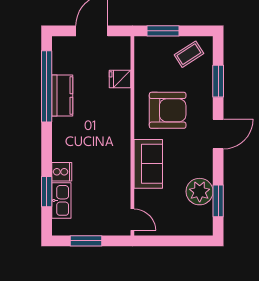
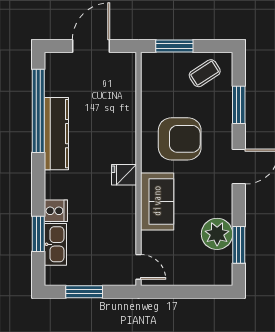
fridge: (120, 79) -> (124, 175), moved
kitchen counter: (62, 95) -> (56, 134), width x1.50

